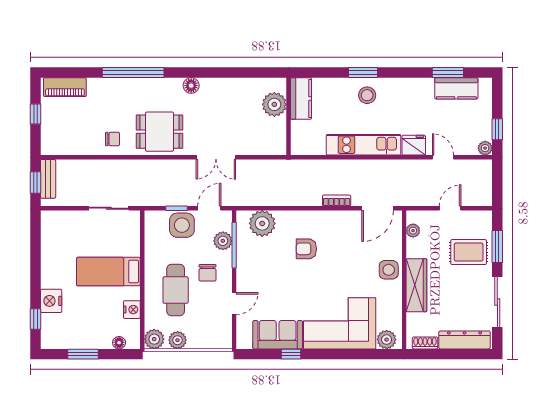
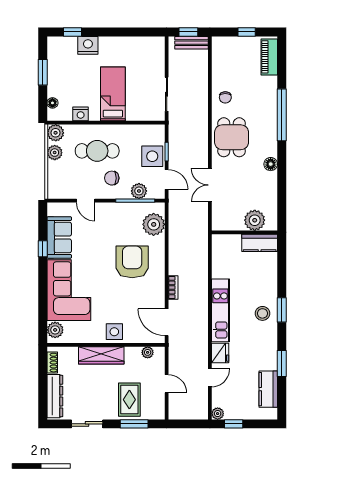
window: (448, 73) -> (282, 363), moved
kitchen counter: (301, 99) -> (260, 243), moved
plant: (274, 104) -> (255, 220), moved
wall: (288, 116) -> (244, 232), moved
armchair: (306, 249) -> (132, 262), width x1.88, depth x1.88
sliding door: (497, 302) -> (87, 424), width x0.73

